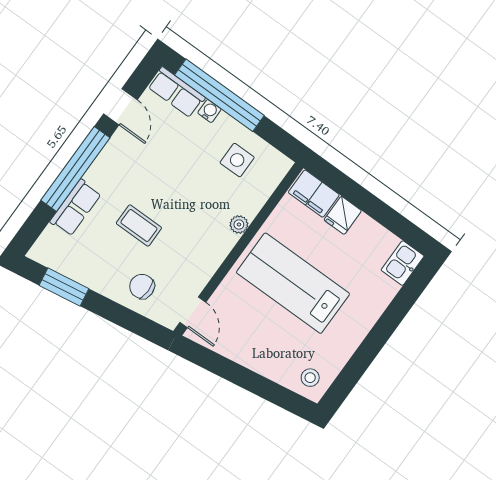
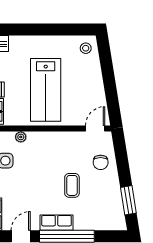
row of seats: (76, 208) -> (57, 223), moved
plant: (239, 224) -> (21, 137), moved

